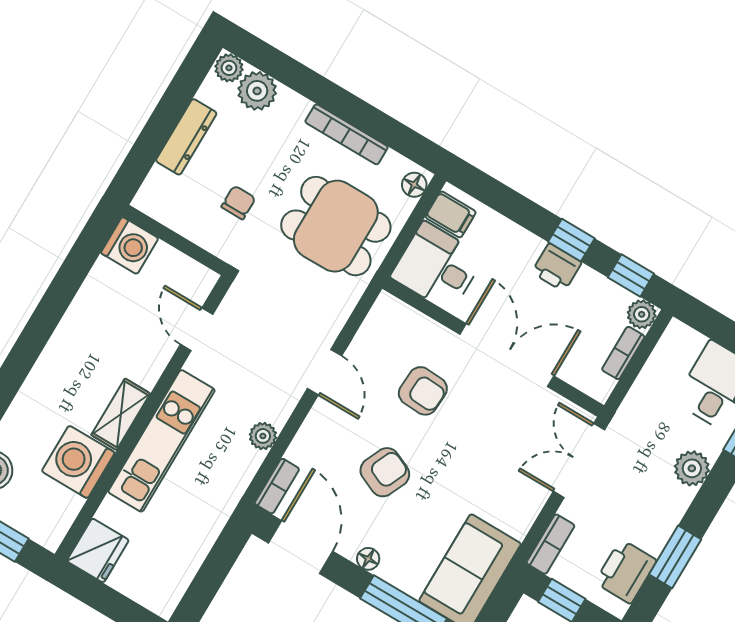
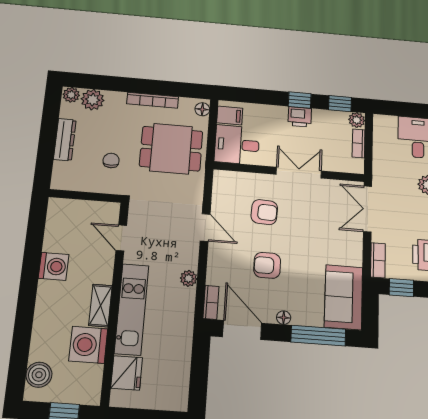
washing machine: (130, 246) -> (54, 266), moved
double door: (507, 355) -> (299, 173), width x0.73
armchair: (385, 472) -> (267, 265), turned -114
fridge: (98, 550) -> (127, 373), moved

